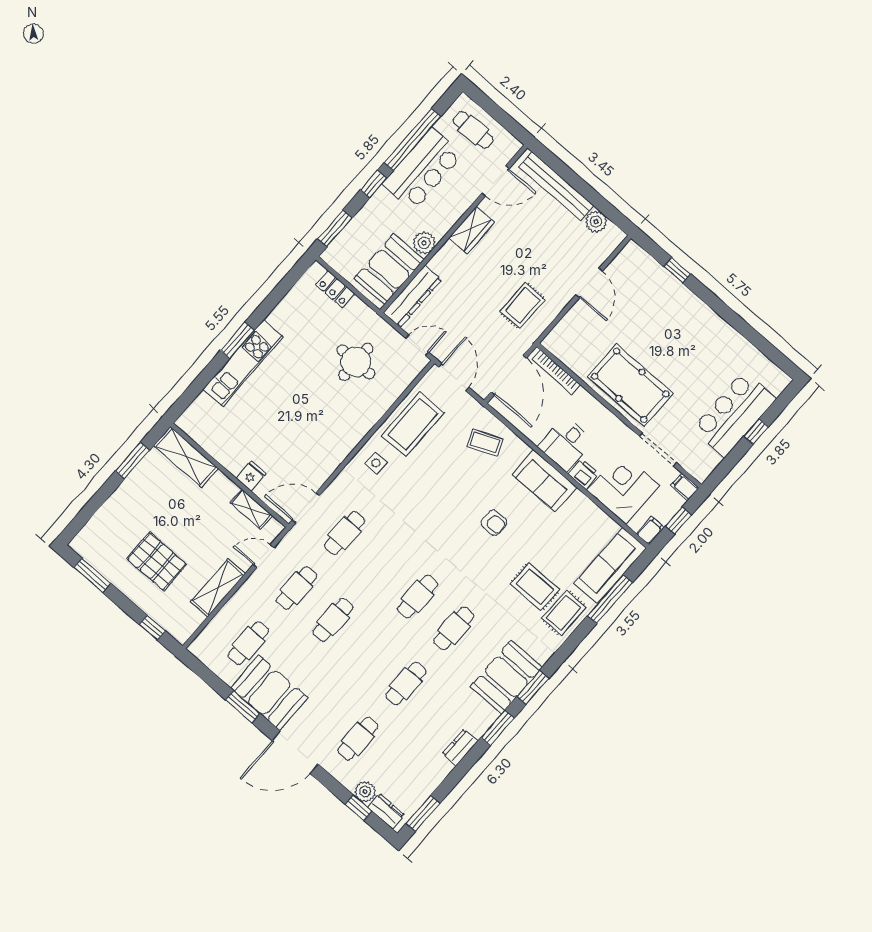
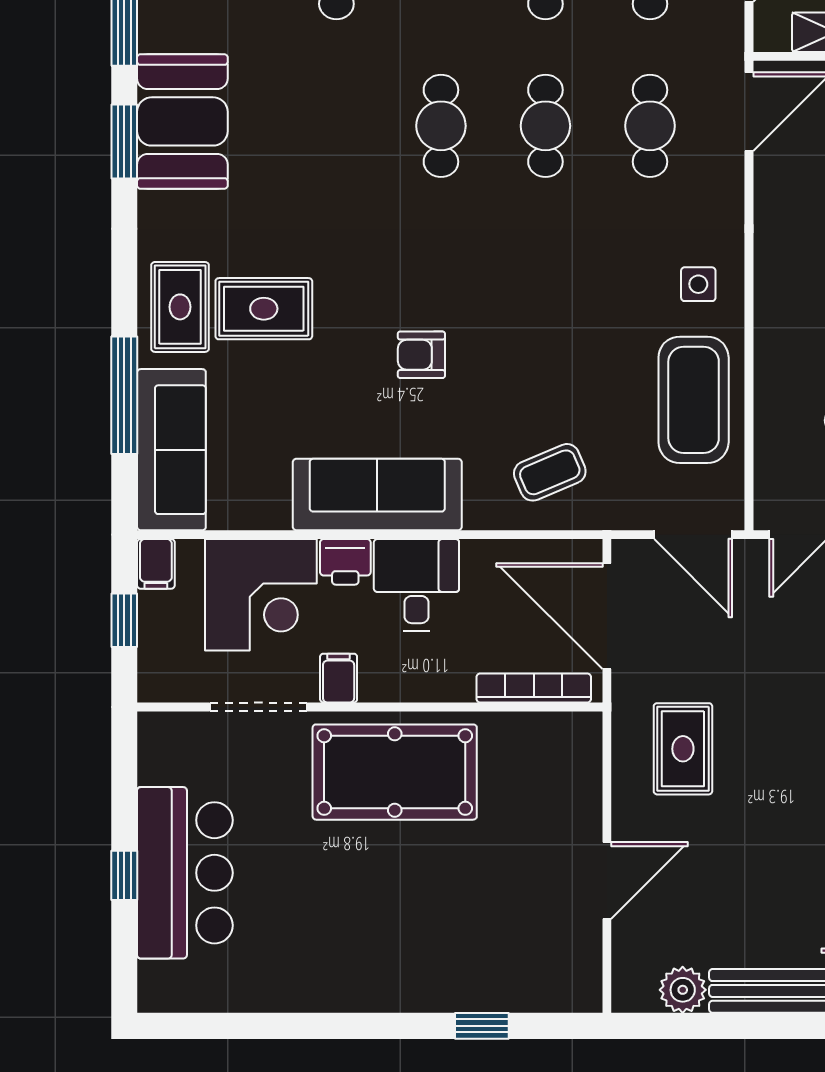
door: (589, 283) -> (607, 881), swing flipped
sofa: (544, 481) -> (377, 494), width x1.36
filing cabinet: (685, 487) -> (339, 678), moved, turned -90
cafe table: (454, 628) -> (545, 126), moved

